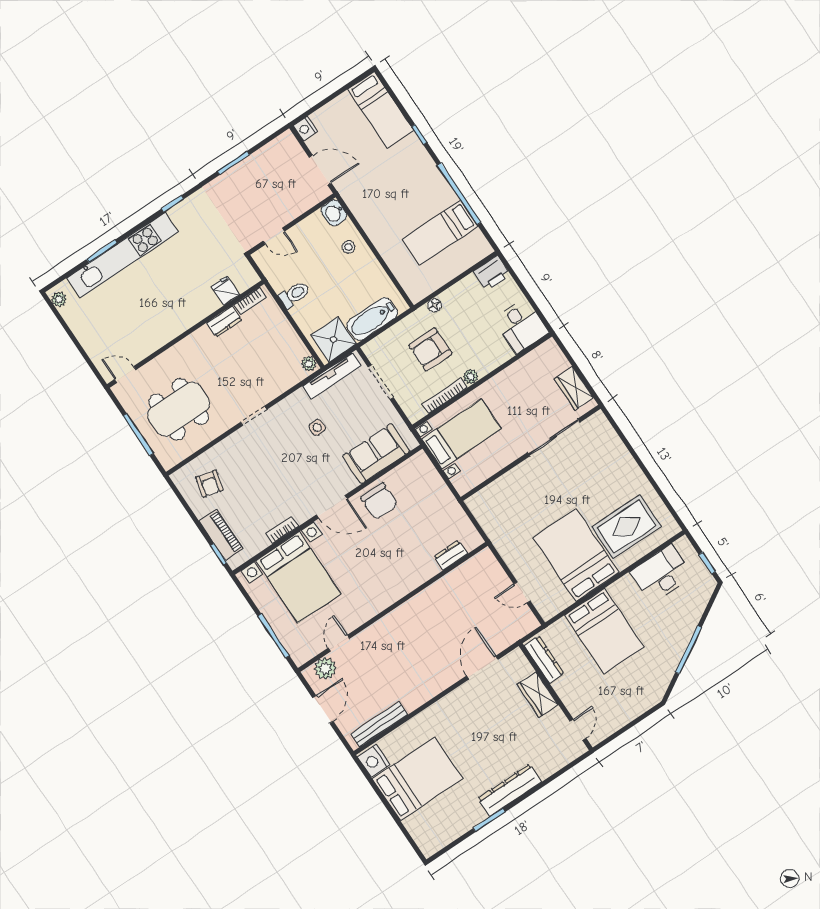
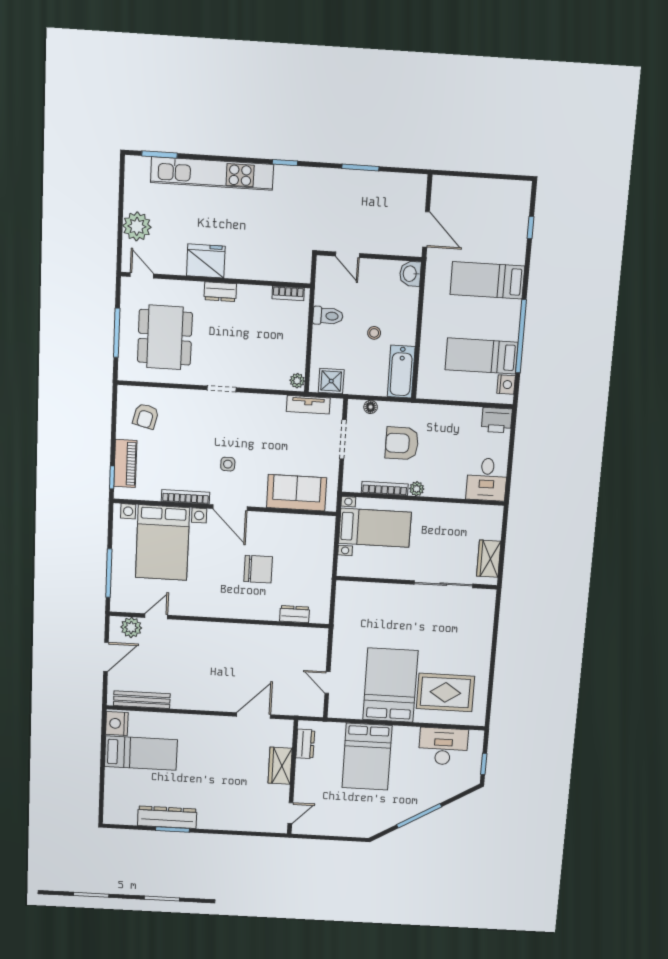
bed: (381, 110) -> (487, 280), moved, turned 90
nightstand: (305, 129) -> (506, 384), moved, turned 180
window: (419, 135) -> (530, 227), moved
stool: (348, 247) -> (374, 333), moved
window: (102, 251) -> (160, 154), moved
fridge: (225, 291) -> (206, 261), moved, width x1.88, depth x1.34
plant: (59, 299) -> (137, 226), moved, width x1.87, depth x1.87
floor lamp: (434, 305) -> (371, 407), moved
bathtub: (372, 319) -> (401, 372), moved, turned -90
dresser: (224, 321) -> (220, 292), moved
shower: (333, 340) -> (331, 381), width x0.73, depth x0.73
tv unit: (332, 376) -> (308, 405), width x0.71
dining table: (179, 409) -> (165, 337), turned 90
side table: (317, 427) -> (228, 464), moved
chair: (379, 501) -> (258, 569), moved, turned -90
bookcase: (282, 530) -> (186, 497), width x1.56
dresser: (544, 659) -> (305, 744), width x0.70
bed: (417, 779) -> (141, 753), width x0.67
dresser: (510, 790) -> (167, 817), moved

